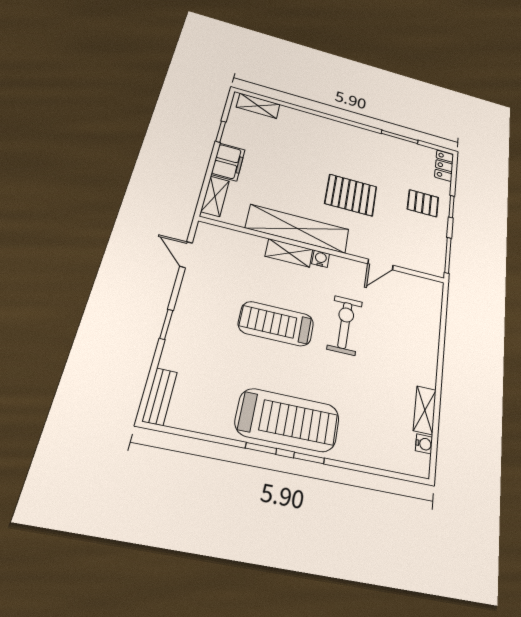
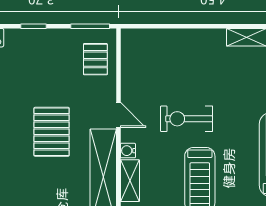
pallet: (423, 203) -> (95, 59), moved
door: (380, 264) -> (118, 115), moved

